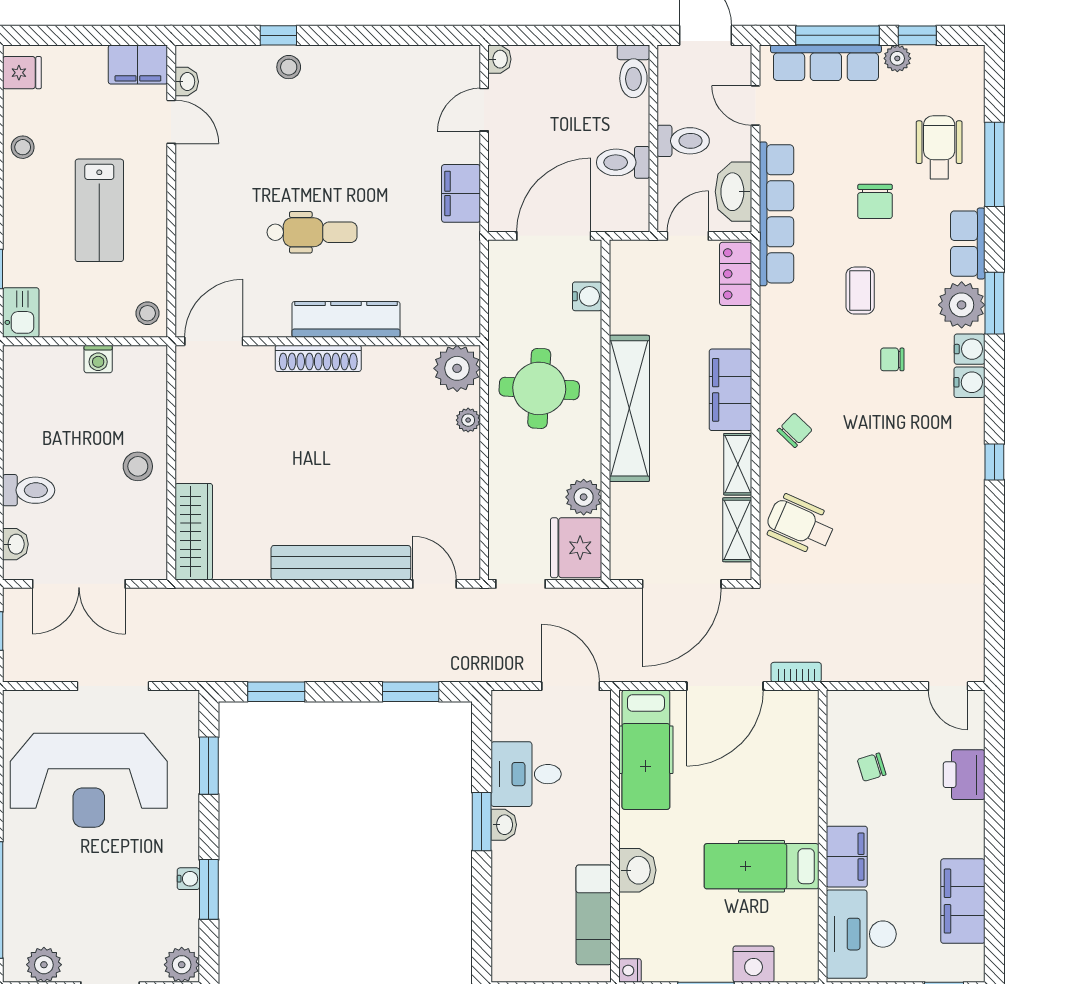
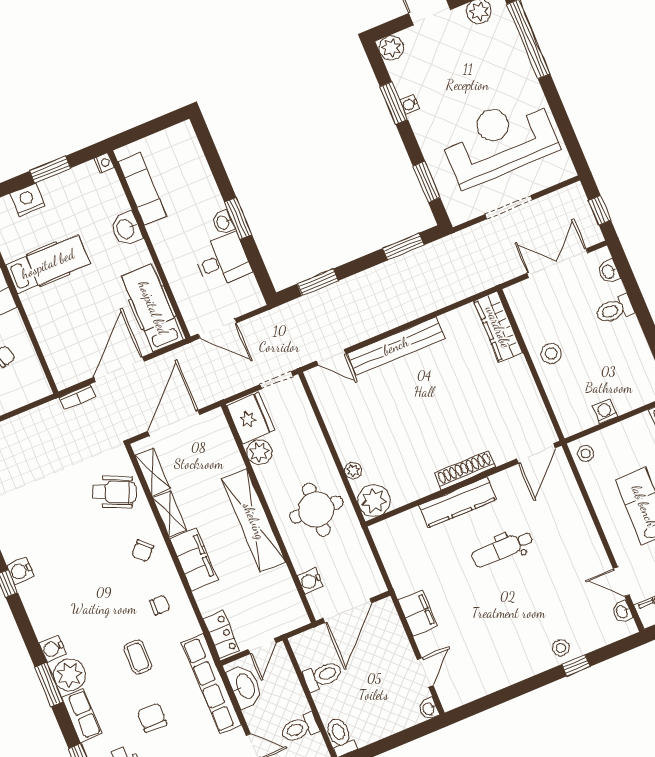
toilet: (683, 141) -> (300, 728), moved
chair: (892, 359) -> (160, 605), moved
water cooler: (969, 382) -> (20, 571), moved

